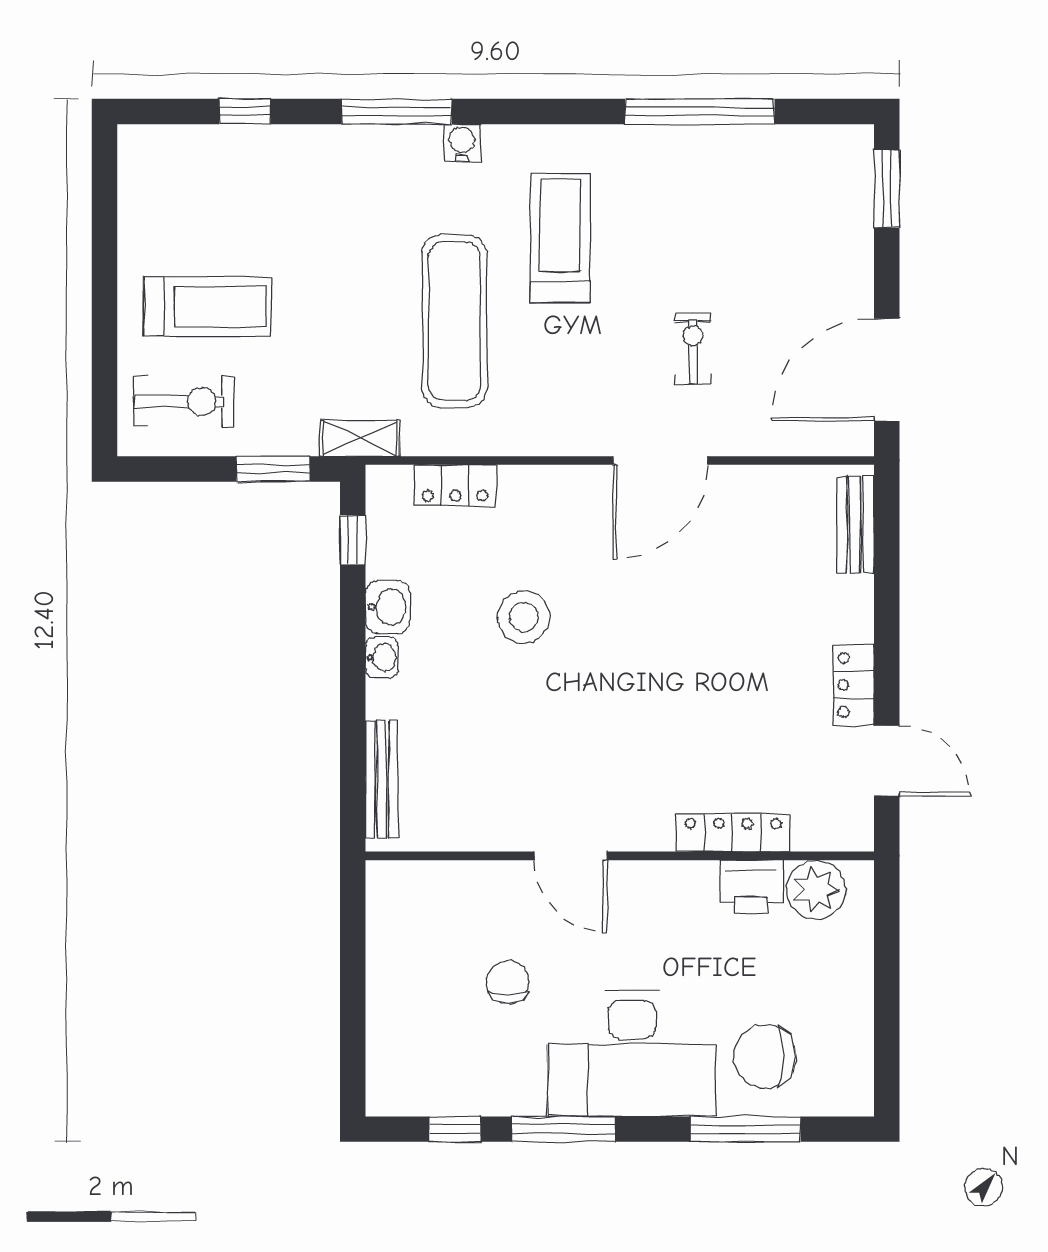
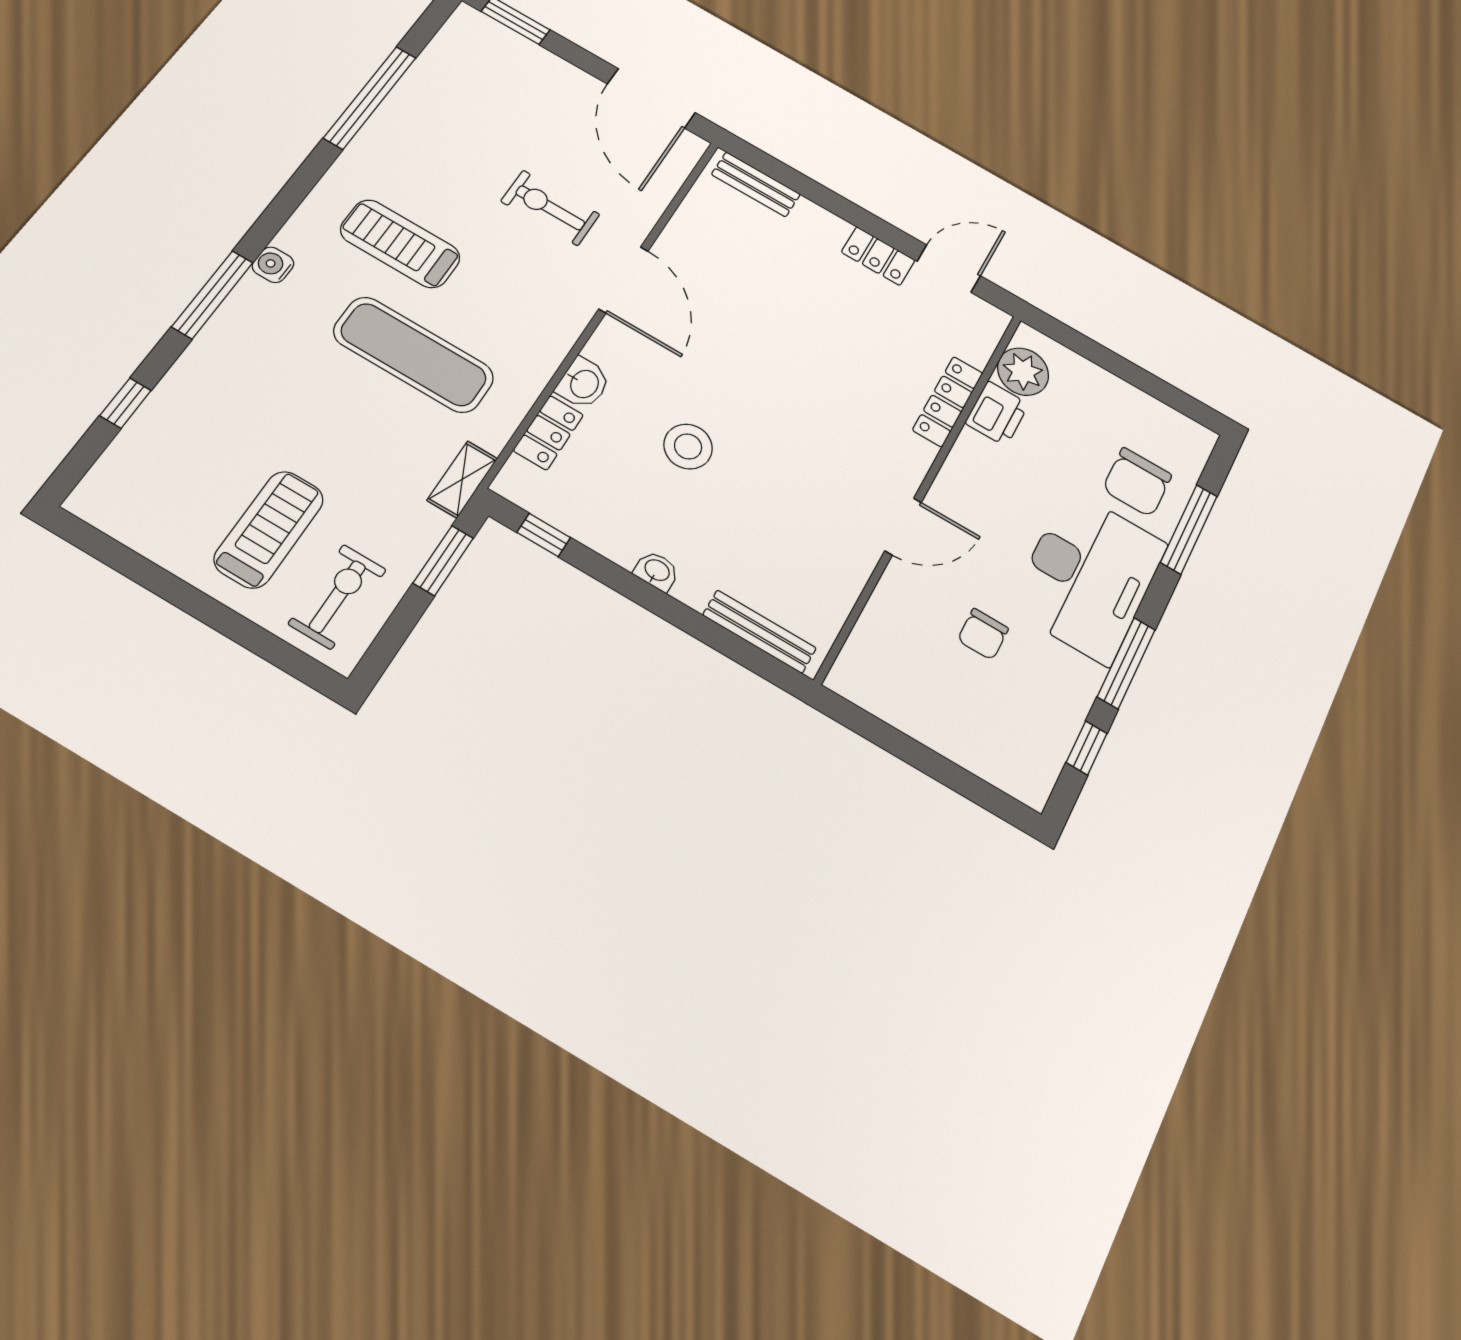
exercise bike: (693, 348) -> (550, 208), width x1.38, depth x1.39
washbasin: (388, 607) -> (583, 383), moved, turned 90
chair: (508, 982) -> (983, 634), turned -90

